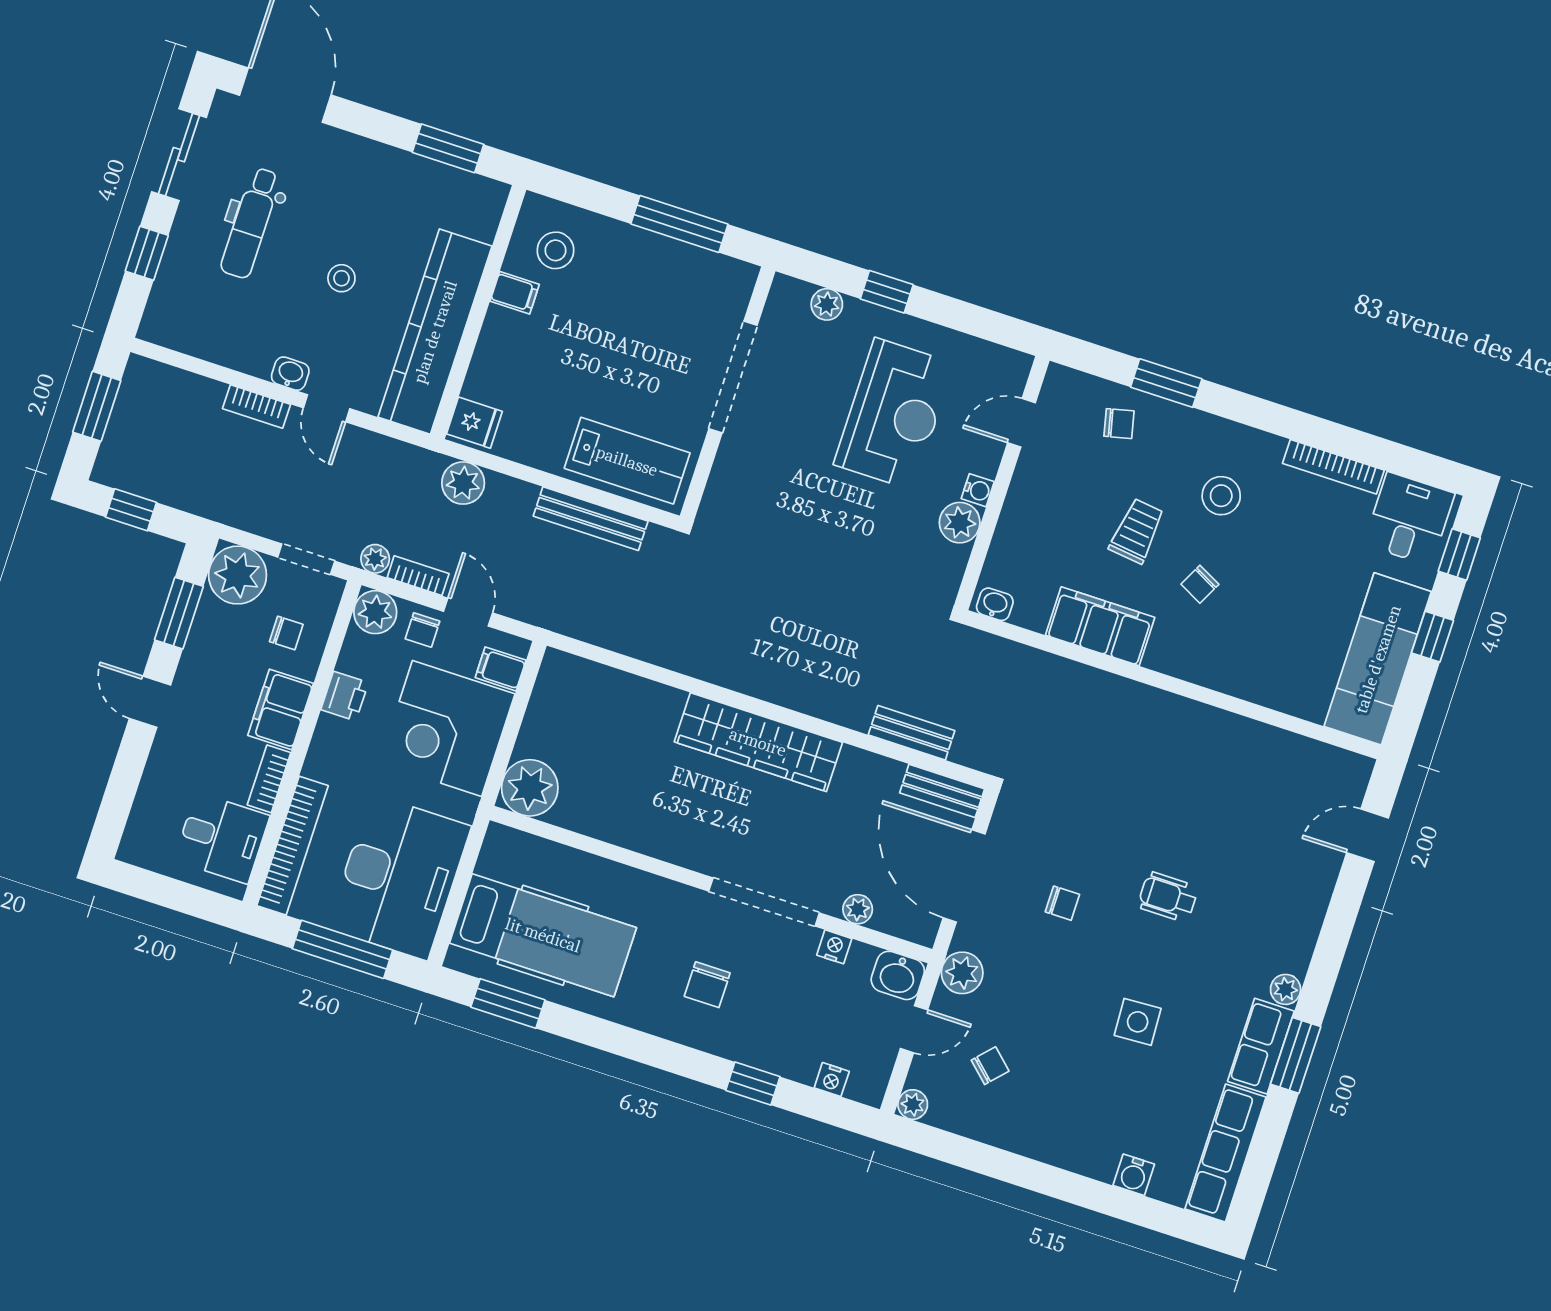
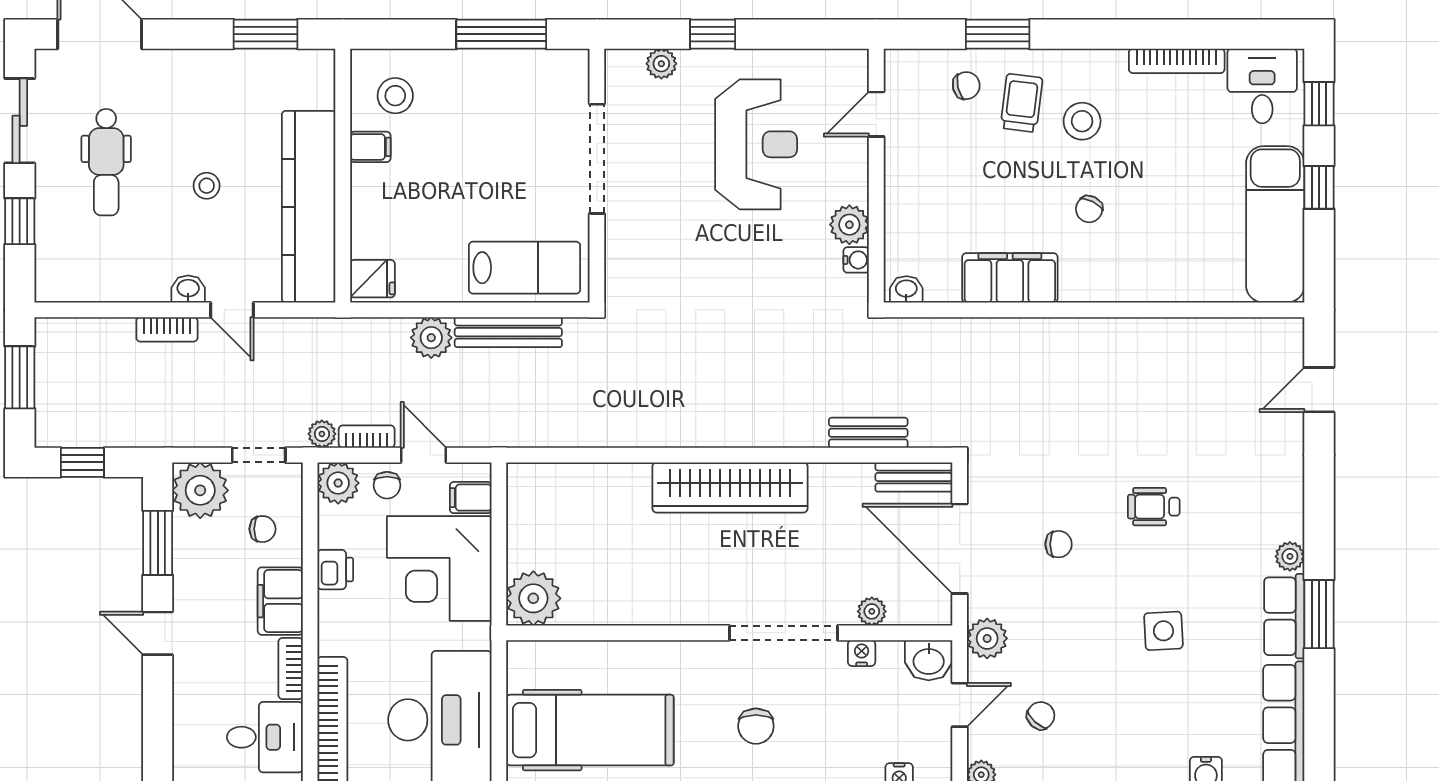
plant: (463, 483) -> (431, 338), moved
water cooler: (978, 490) -> (856, 260), moved
trolley: (1137, 531) -> (1021, 103), moved

